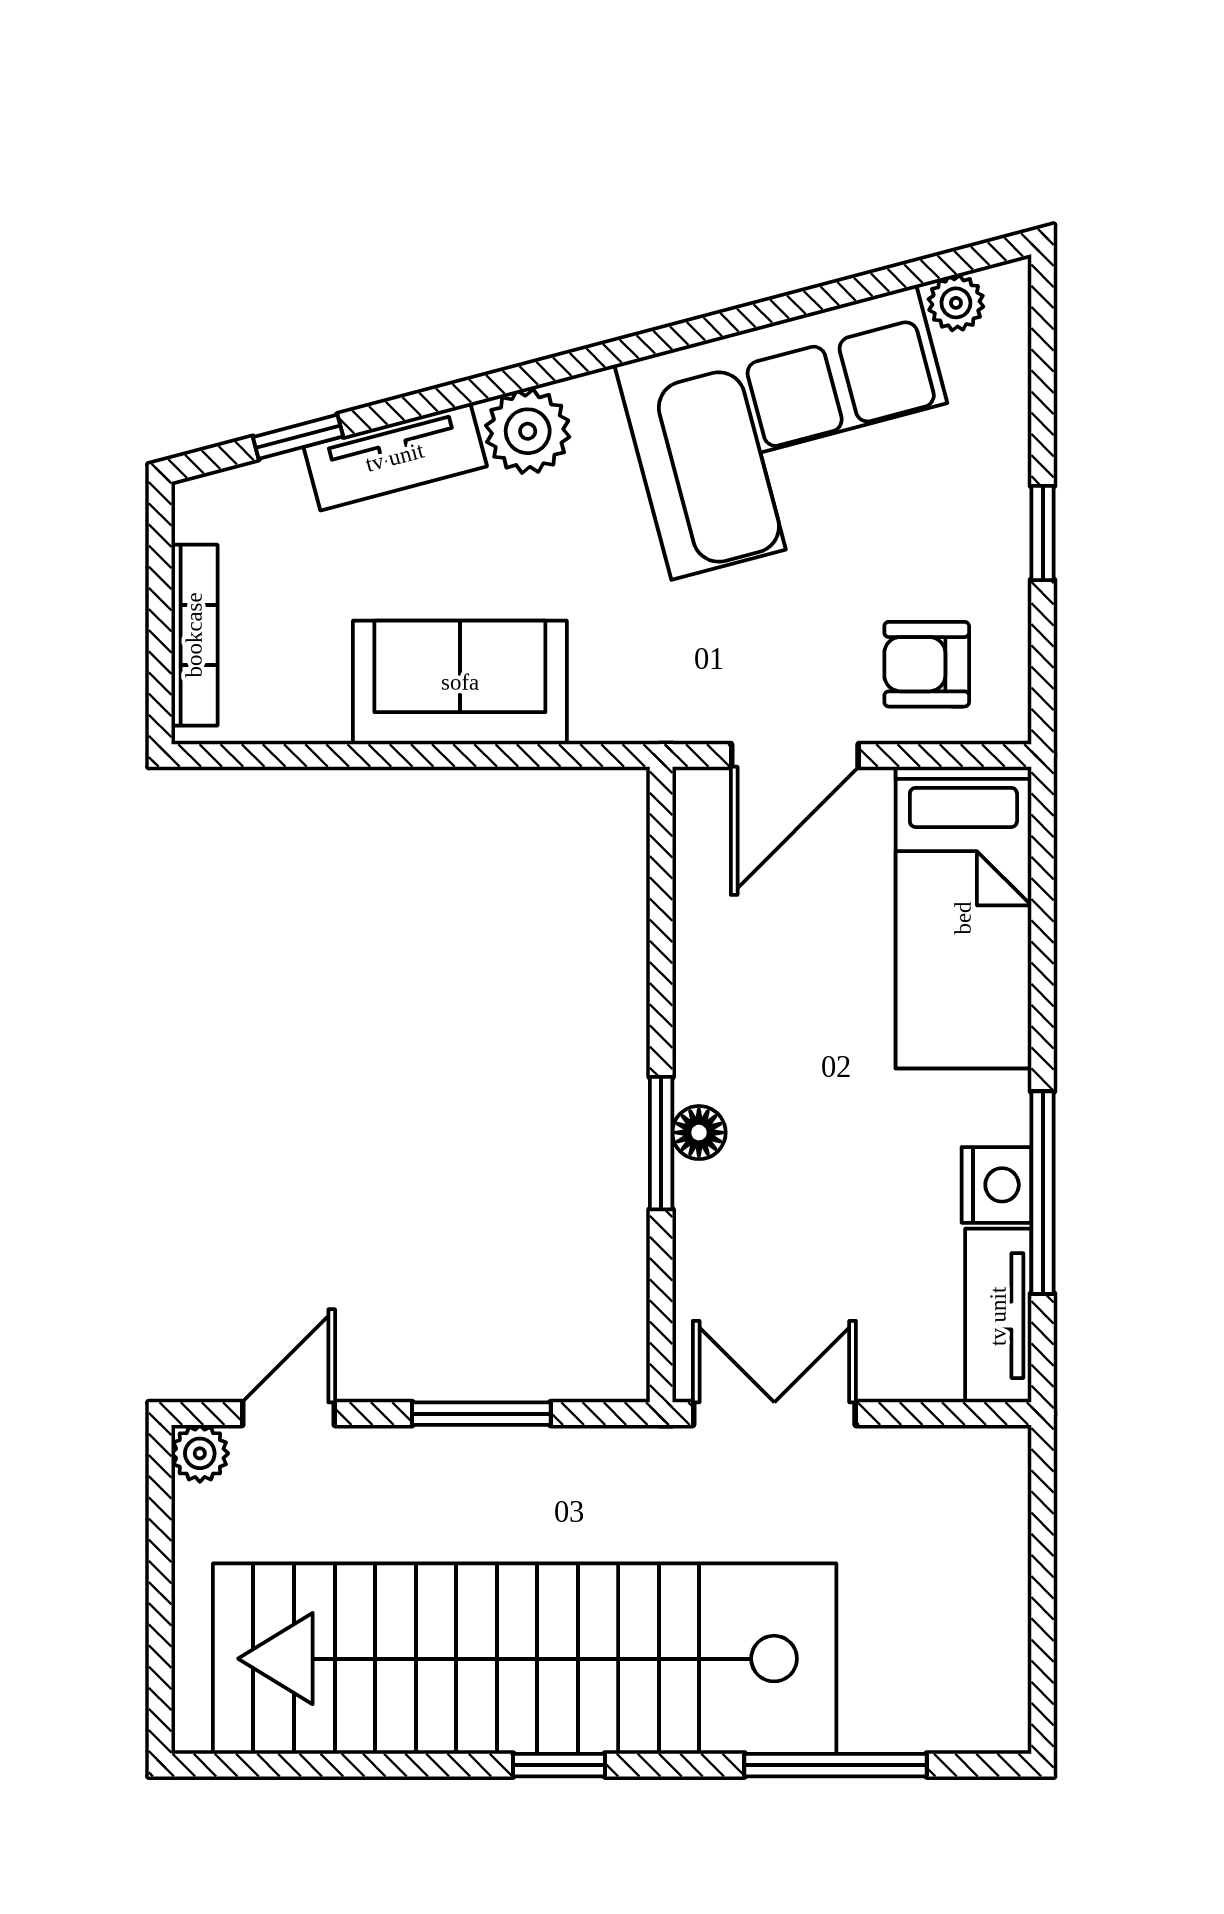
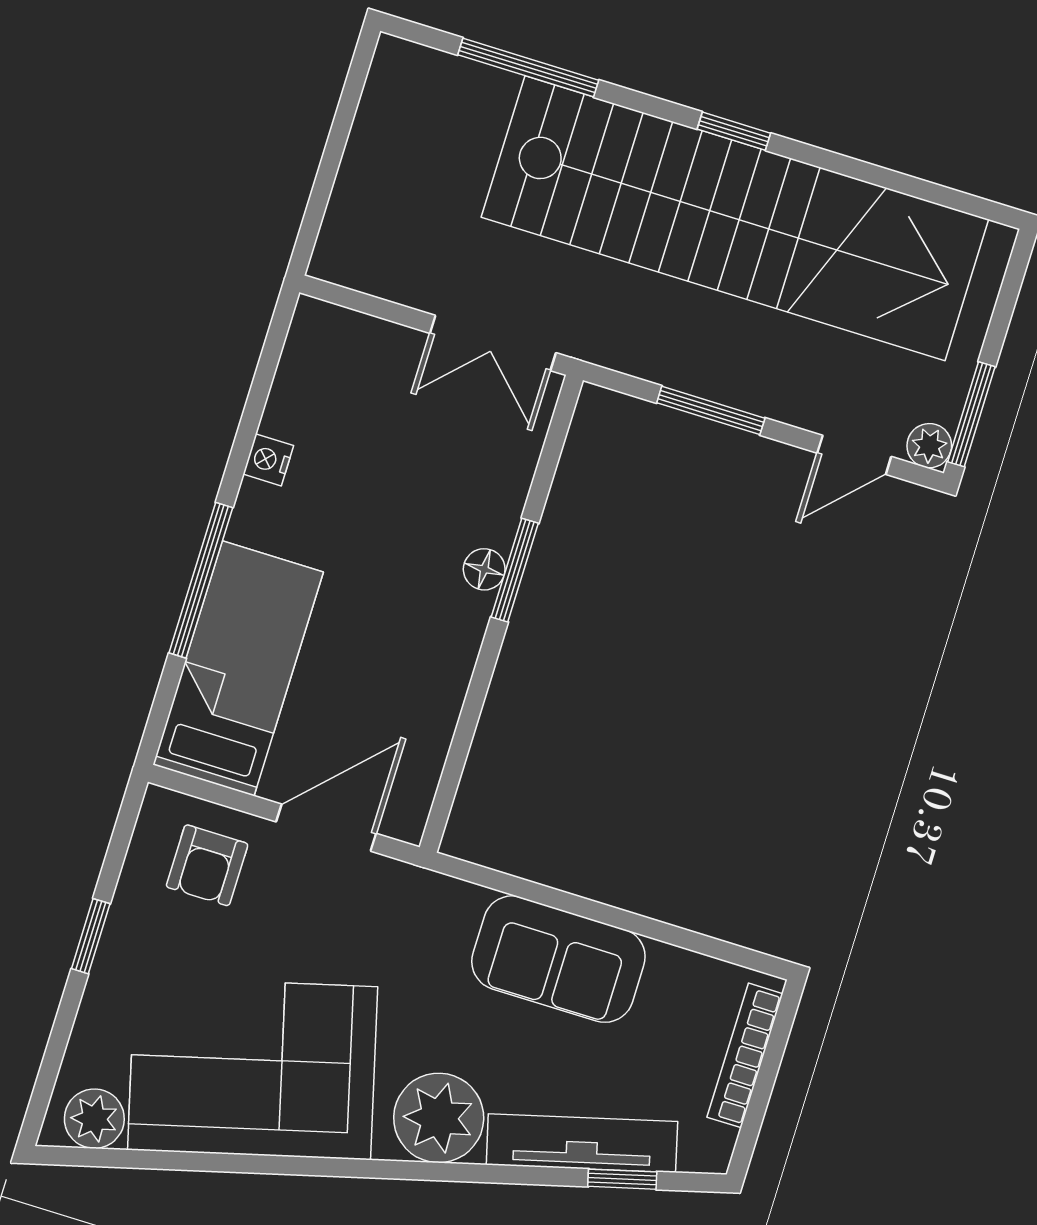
plant: (956, 303) -> (94, 1119), width x1.38, depth x1.38
plant: (528, 431) -> (439, 1118), width x1.36, depth x1.36
tv unit: (395, 457) -> (582, 1143), width x1.41
armchair: (927, 664) -> (207, 865), turned 90
nightstand: (996, 1185) -> (268, 460), width x0.72, depth x0.74
window: (1043, 1193) -> (201, 580), moved
tv unit: (998, 1316) -> (304, 364), removed
window: (160, 1508) -> (971, 414), added

